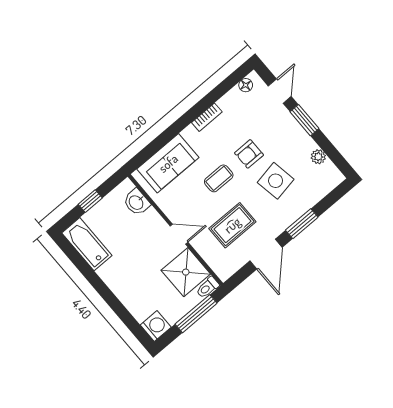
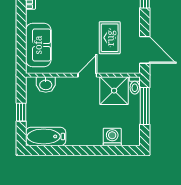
coffee table: (219, 178) -> (74, 22), removed
door: (266, 254) -> (145, 50), moved
washing machine: (156, 326) -> (112, 137), moved

